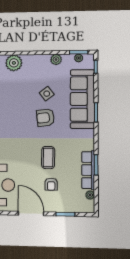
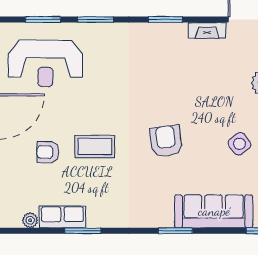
side table: (47, 94) -> (239, 144), moved
sofa: (82, 99) -> (214, 211), width x0.74, depth x0.79
row of seats: (88, 170) -> (62, 217), width x0.68

